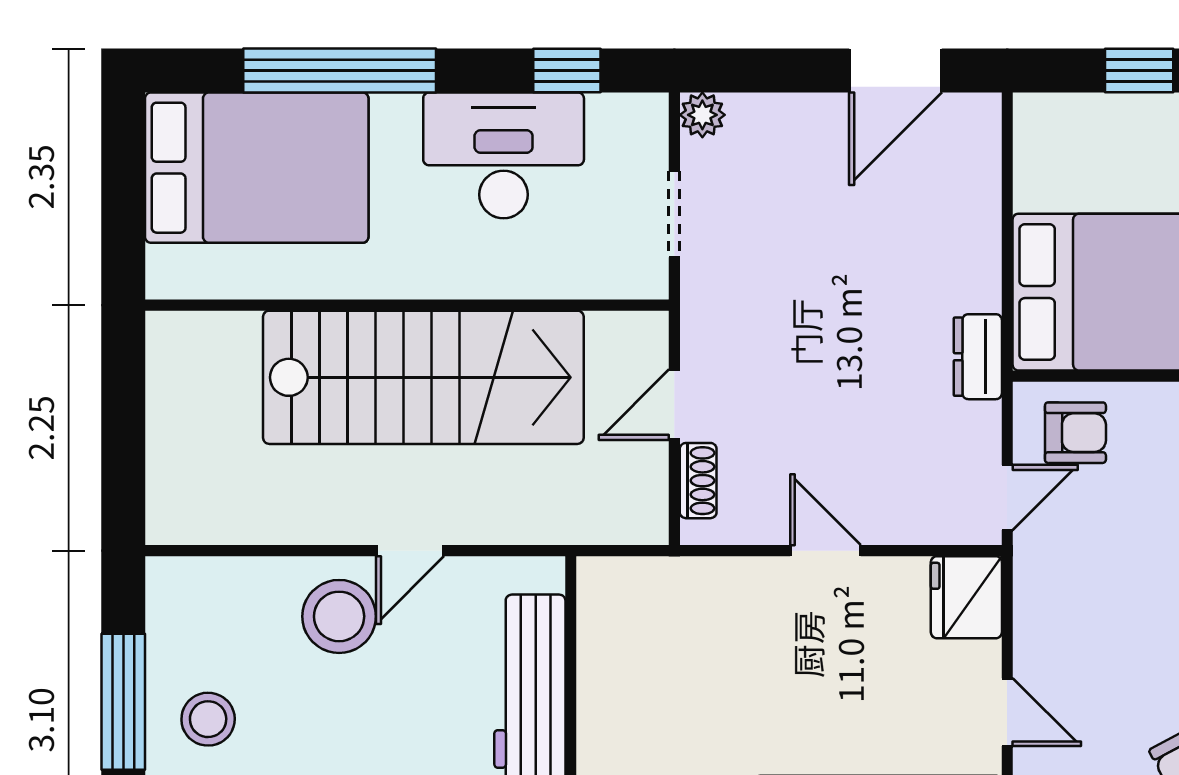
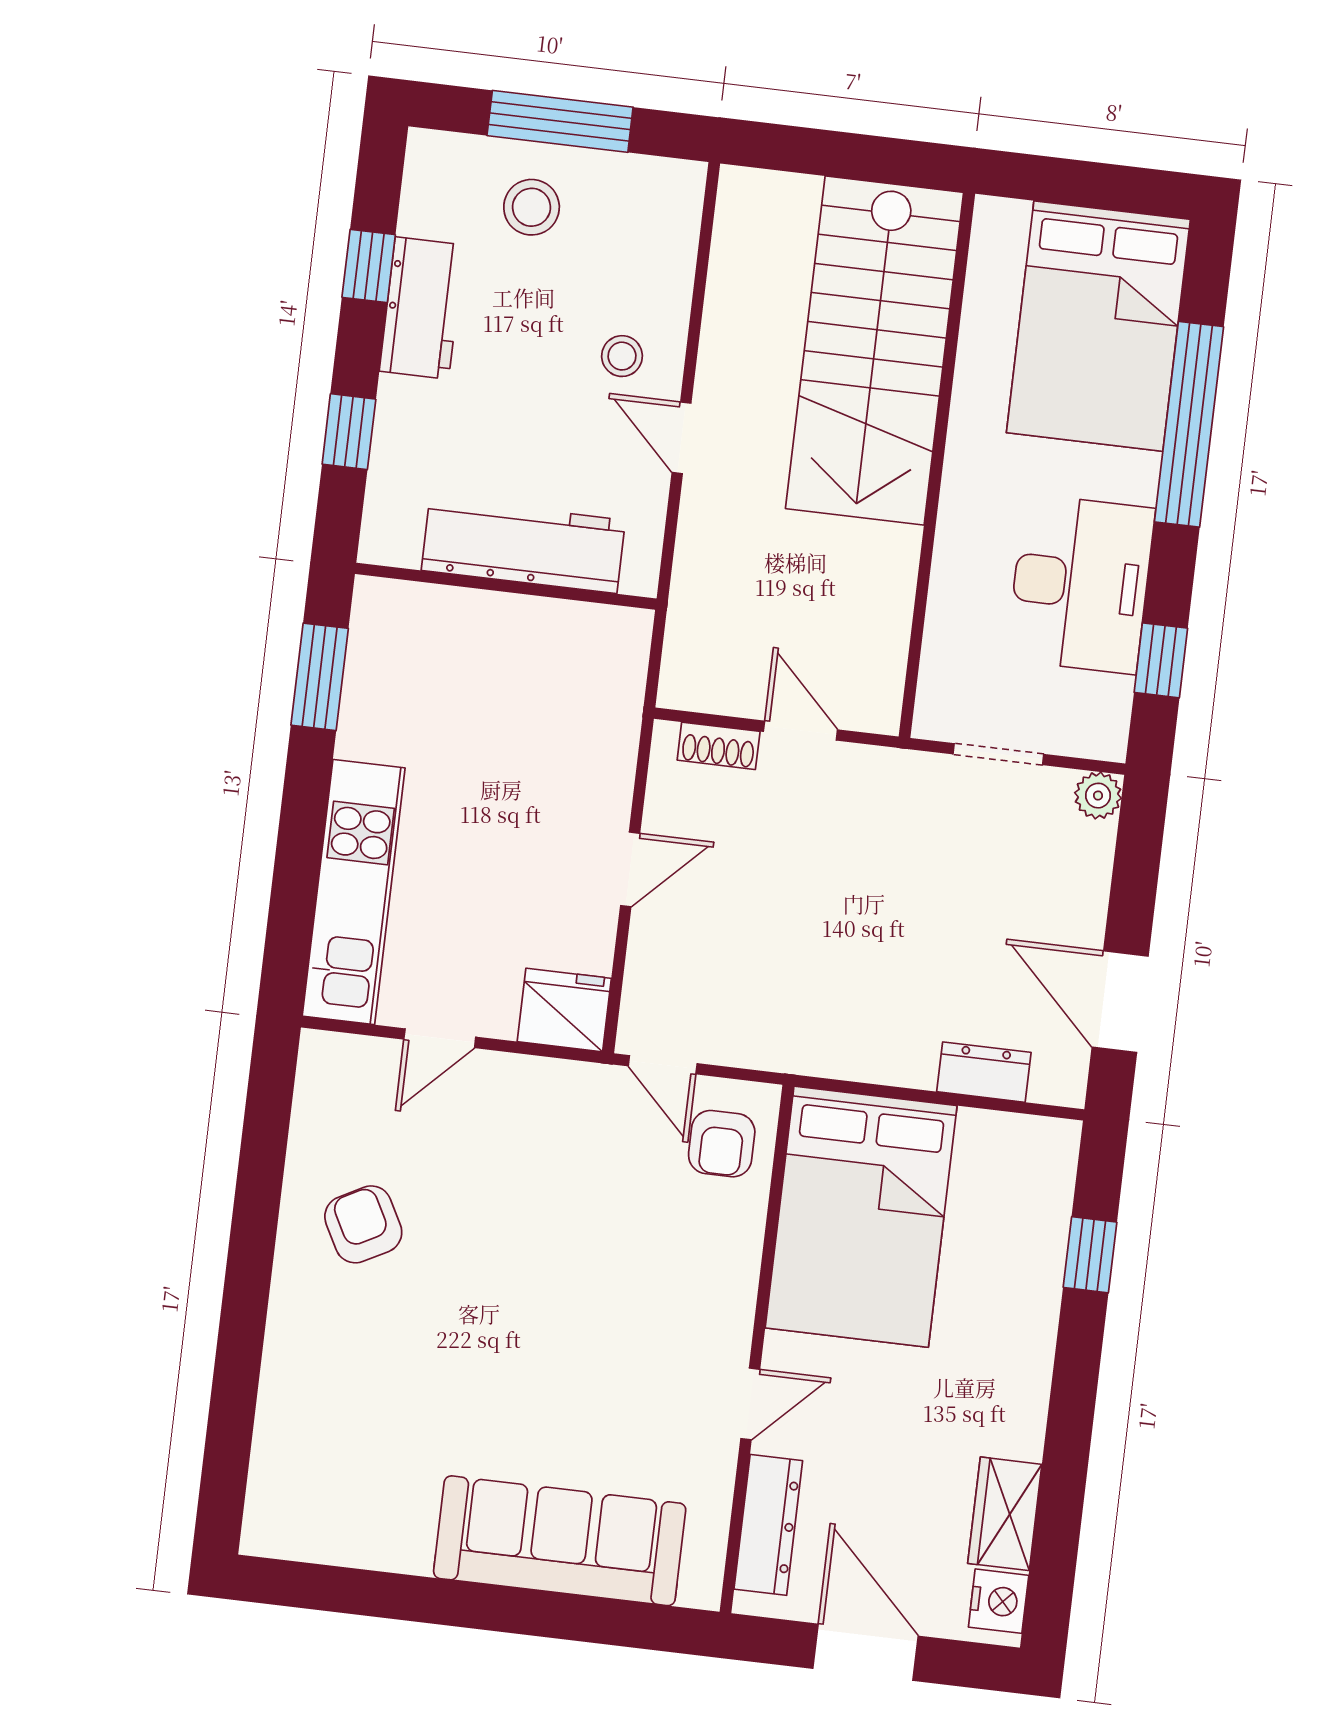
dresser: (978, 357) -> (984, 1072), moved
stairs: (423, 377) -> (875, 351), moved
stool: (339, 616) -> (622, 356), width x0.53, depth x0.53

